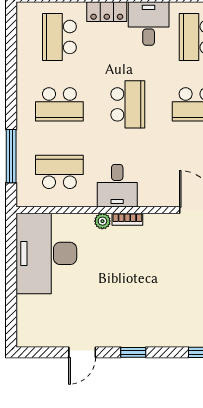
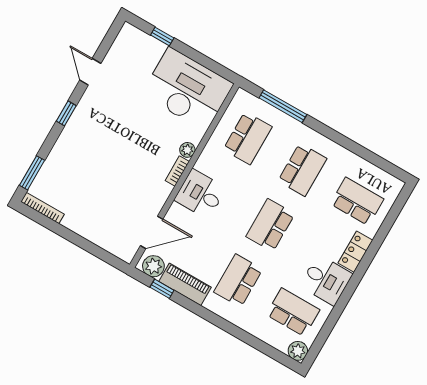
school desk: (59, 104) -> (302, 170), turned 180
school desk: (128, 104) -> (270, 225), turned 90
desk: (117, 186) -> (200, 194), moved
window: (11, 305) -> (162, 37), added

